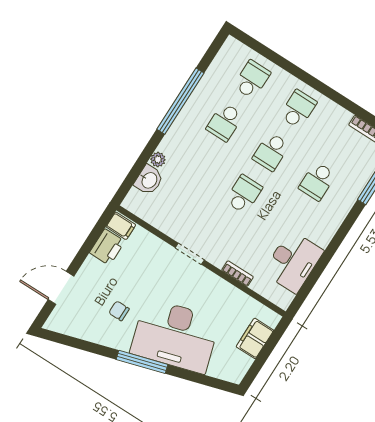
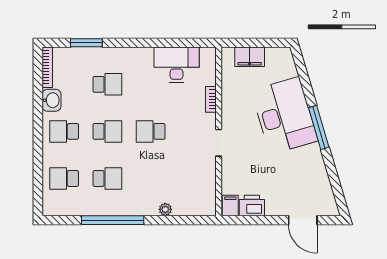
washbasin: (149, 180) -> (51, 100), moved, turned 90
chair: (119, 311) -> (292, 168), removed

